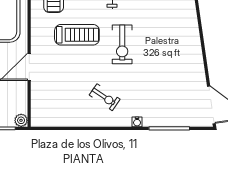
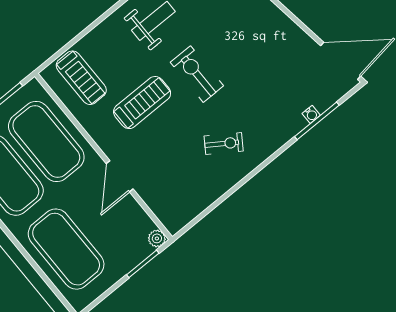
exercise bike: (122, 44) -> (197, 74), turned 180
water cooler: (137, 122) -> (311, 114), moved

